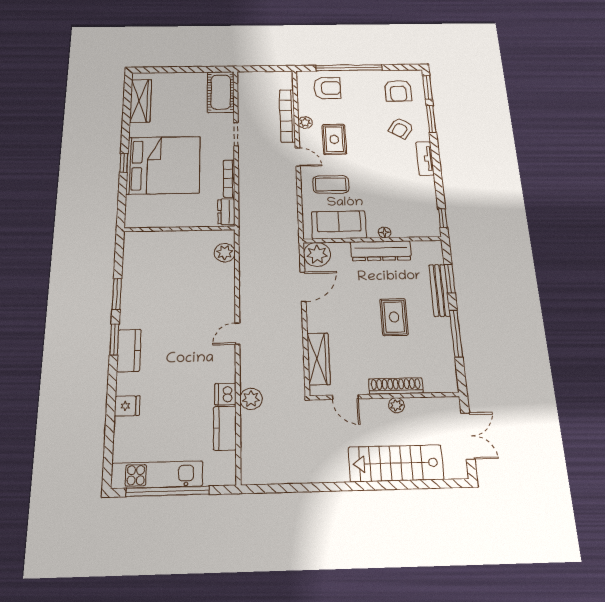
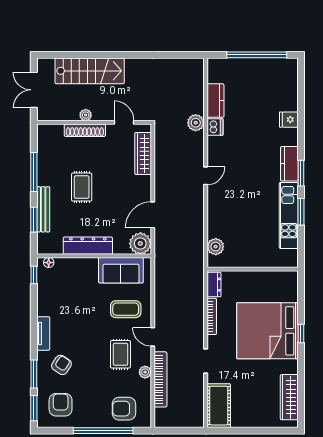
floor lamp: (385, 232) -> (49, 263), moved
kitchen unit: (157, 475) -> (289, 215), moved, turned 90

